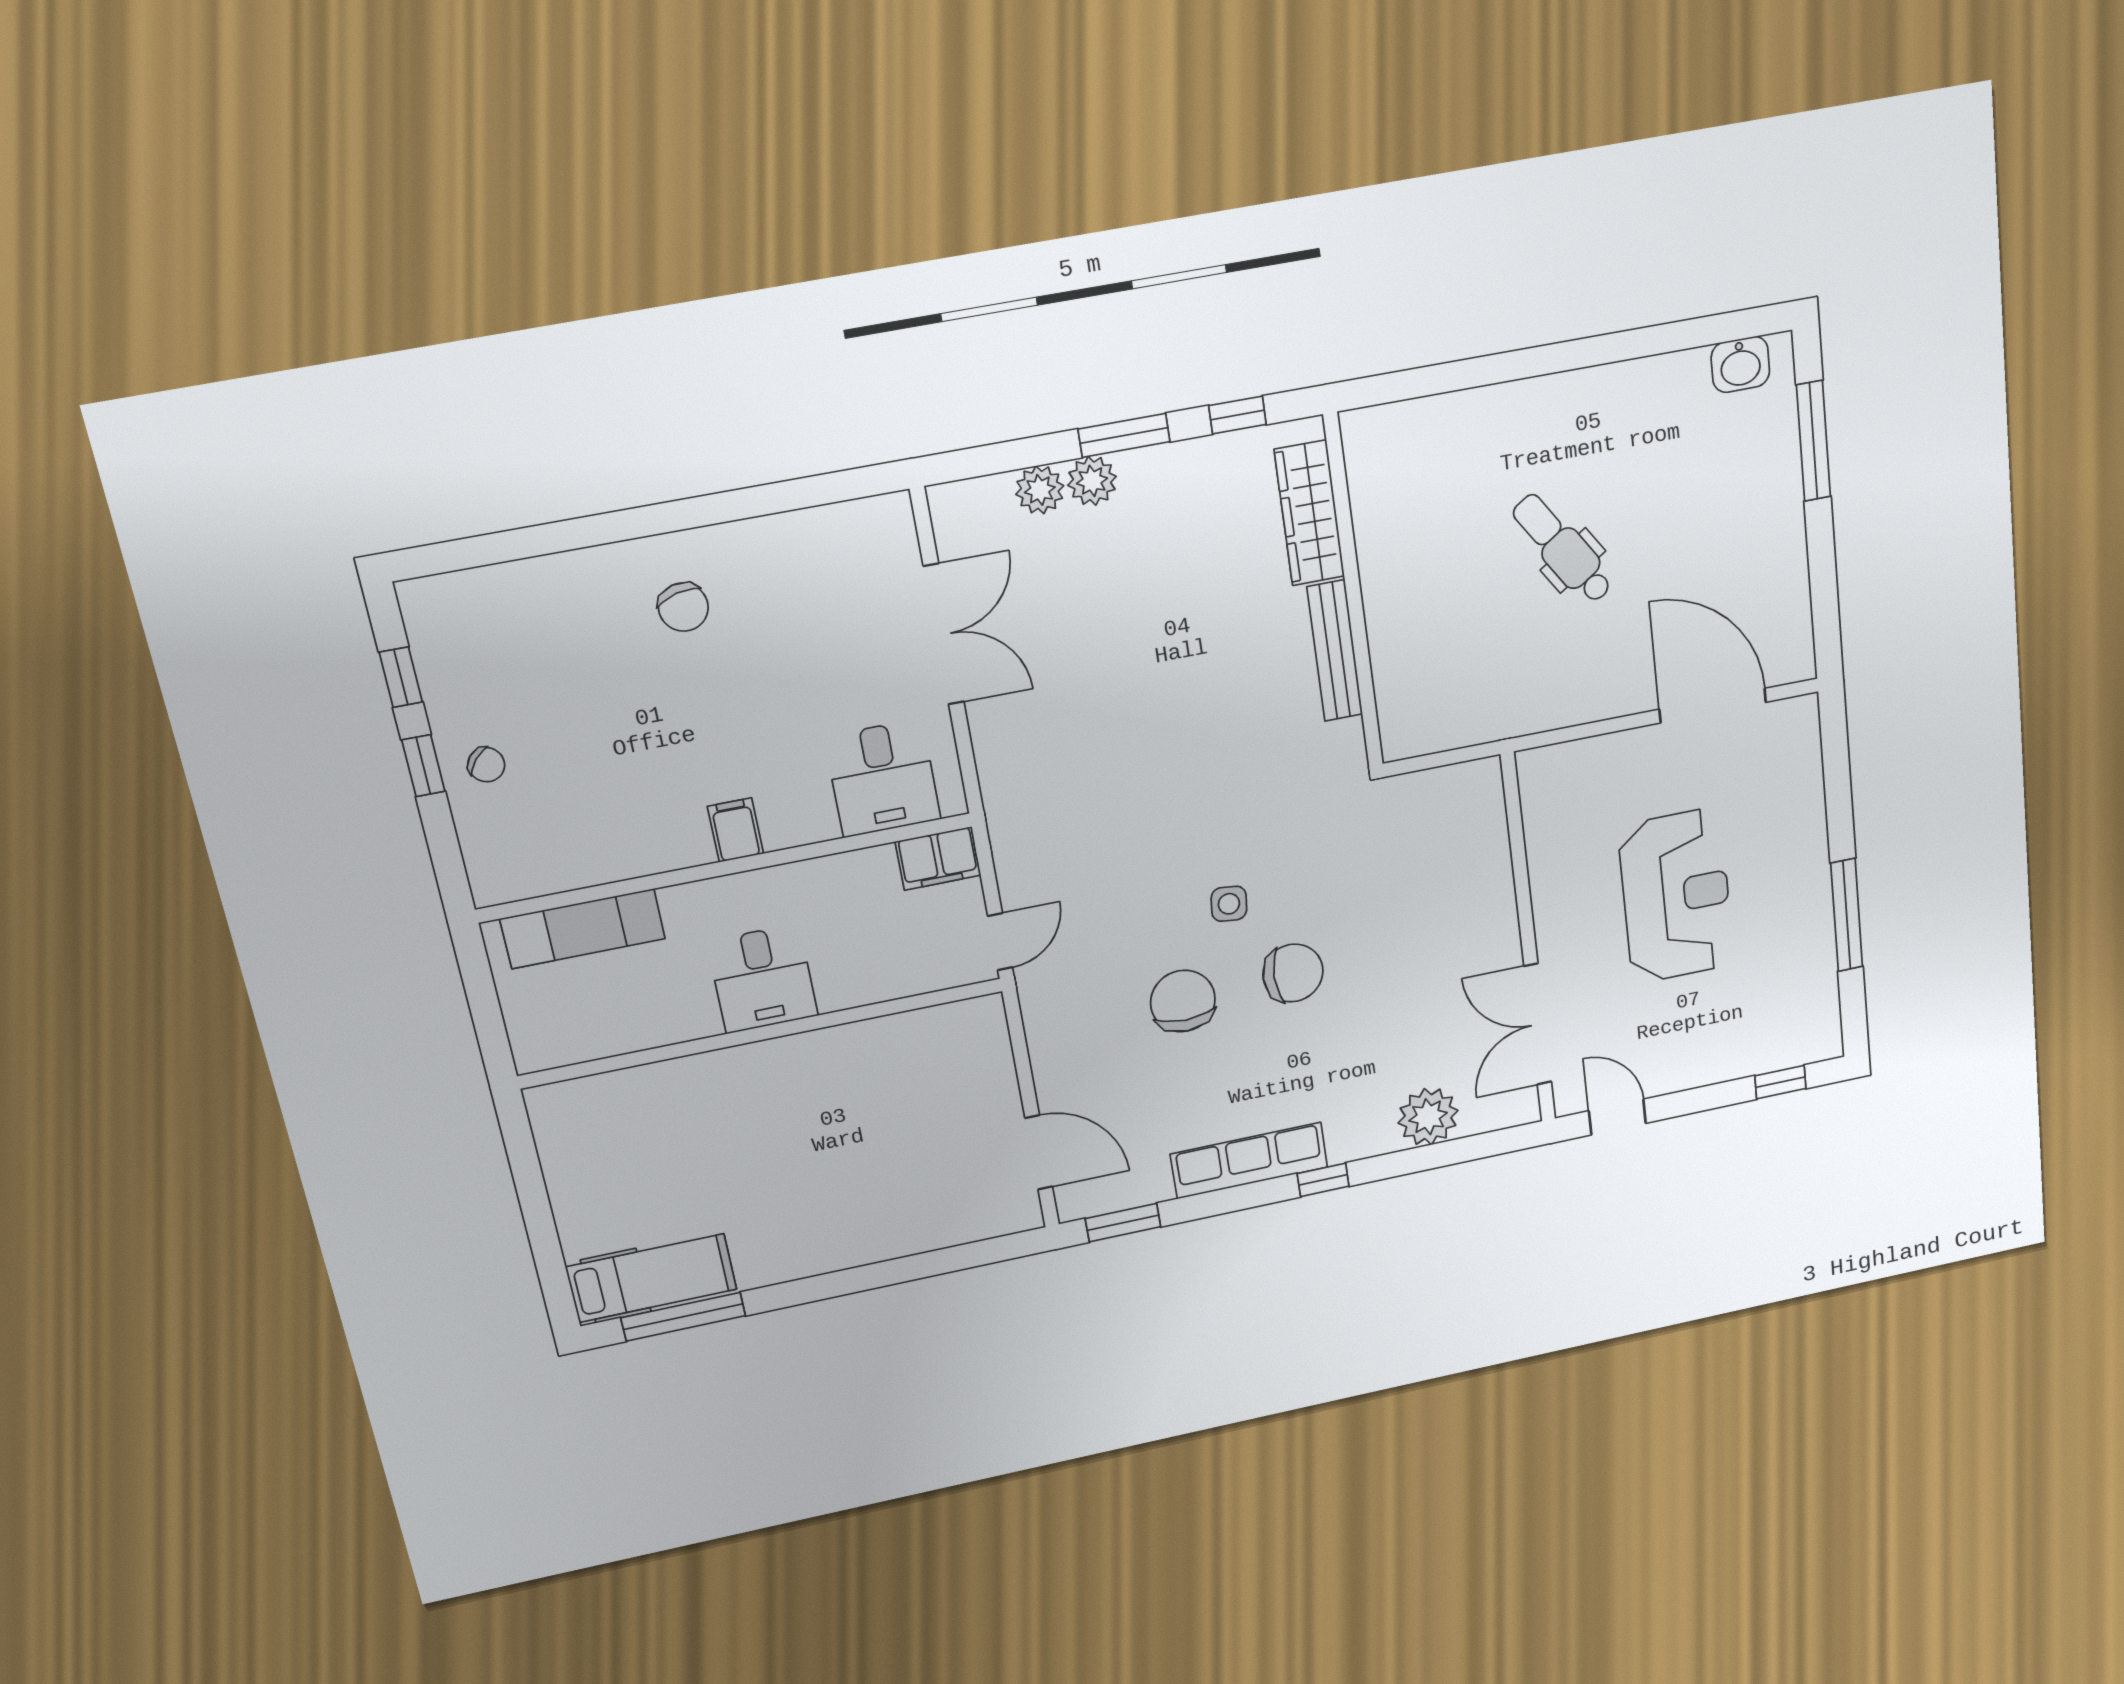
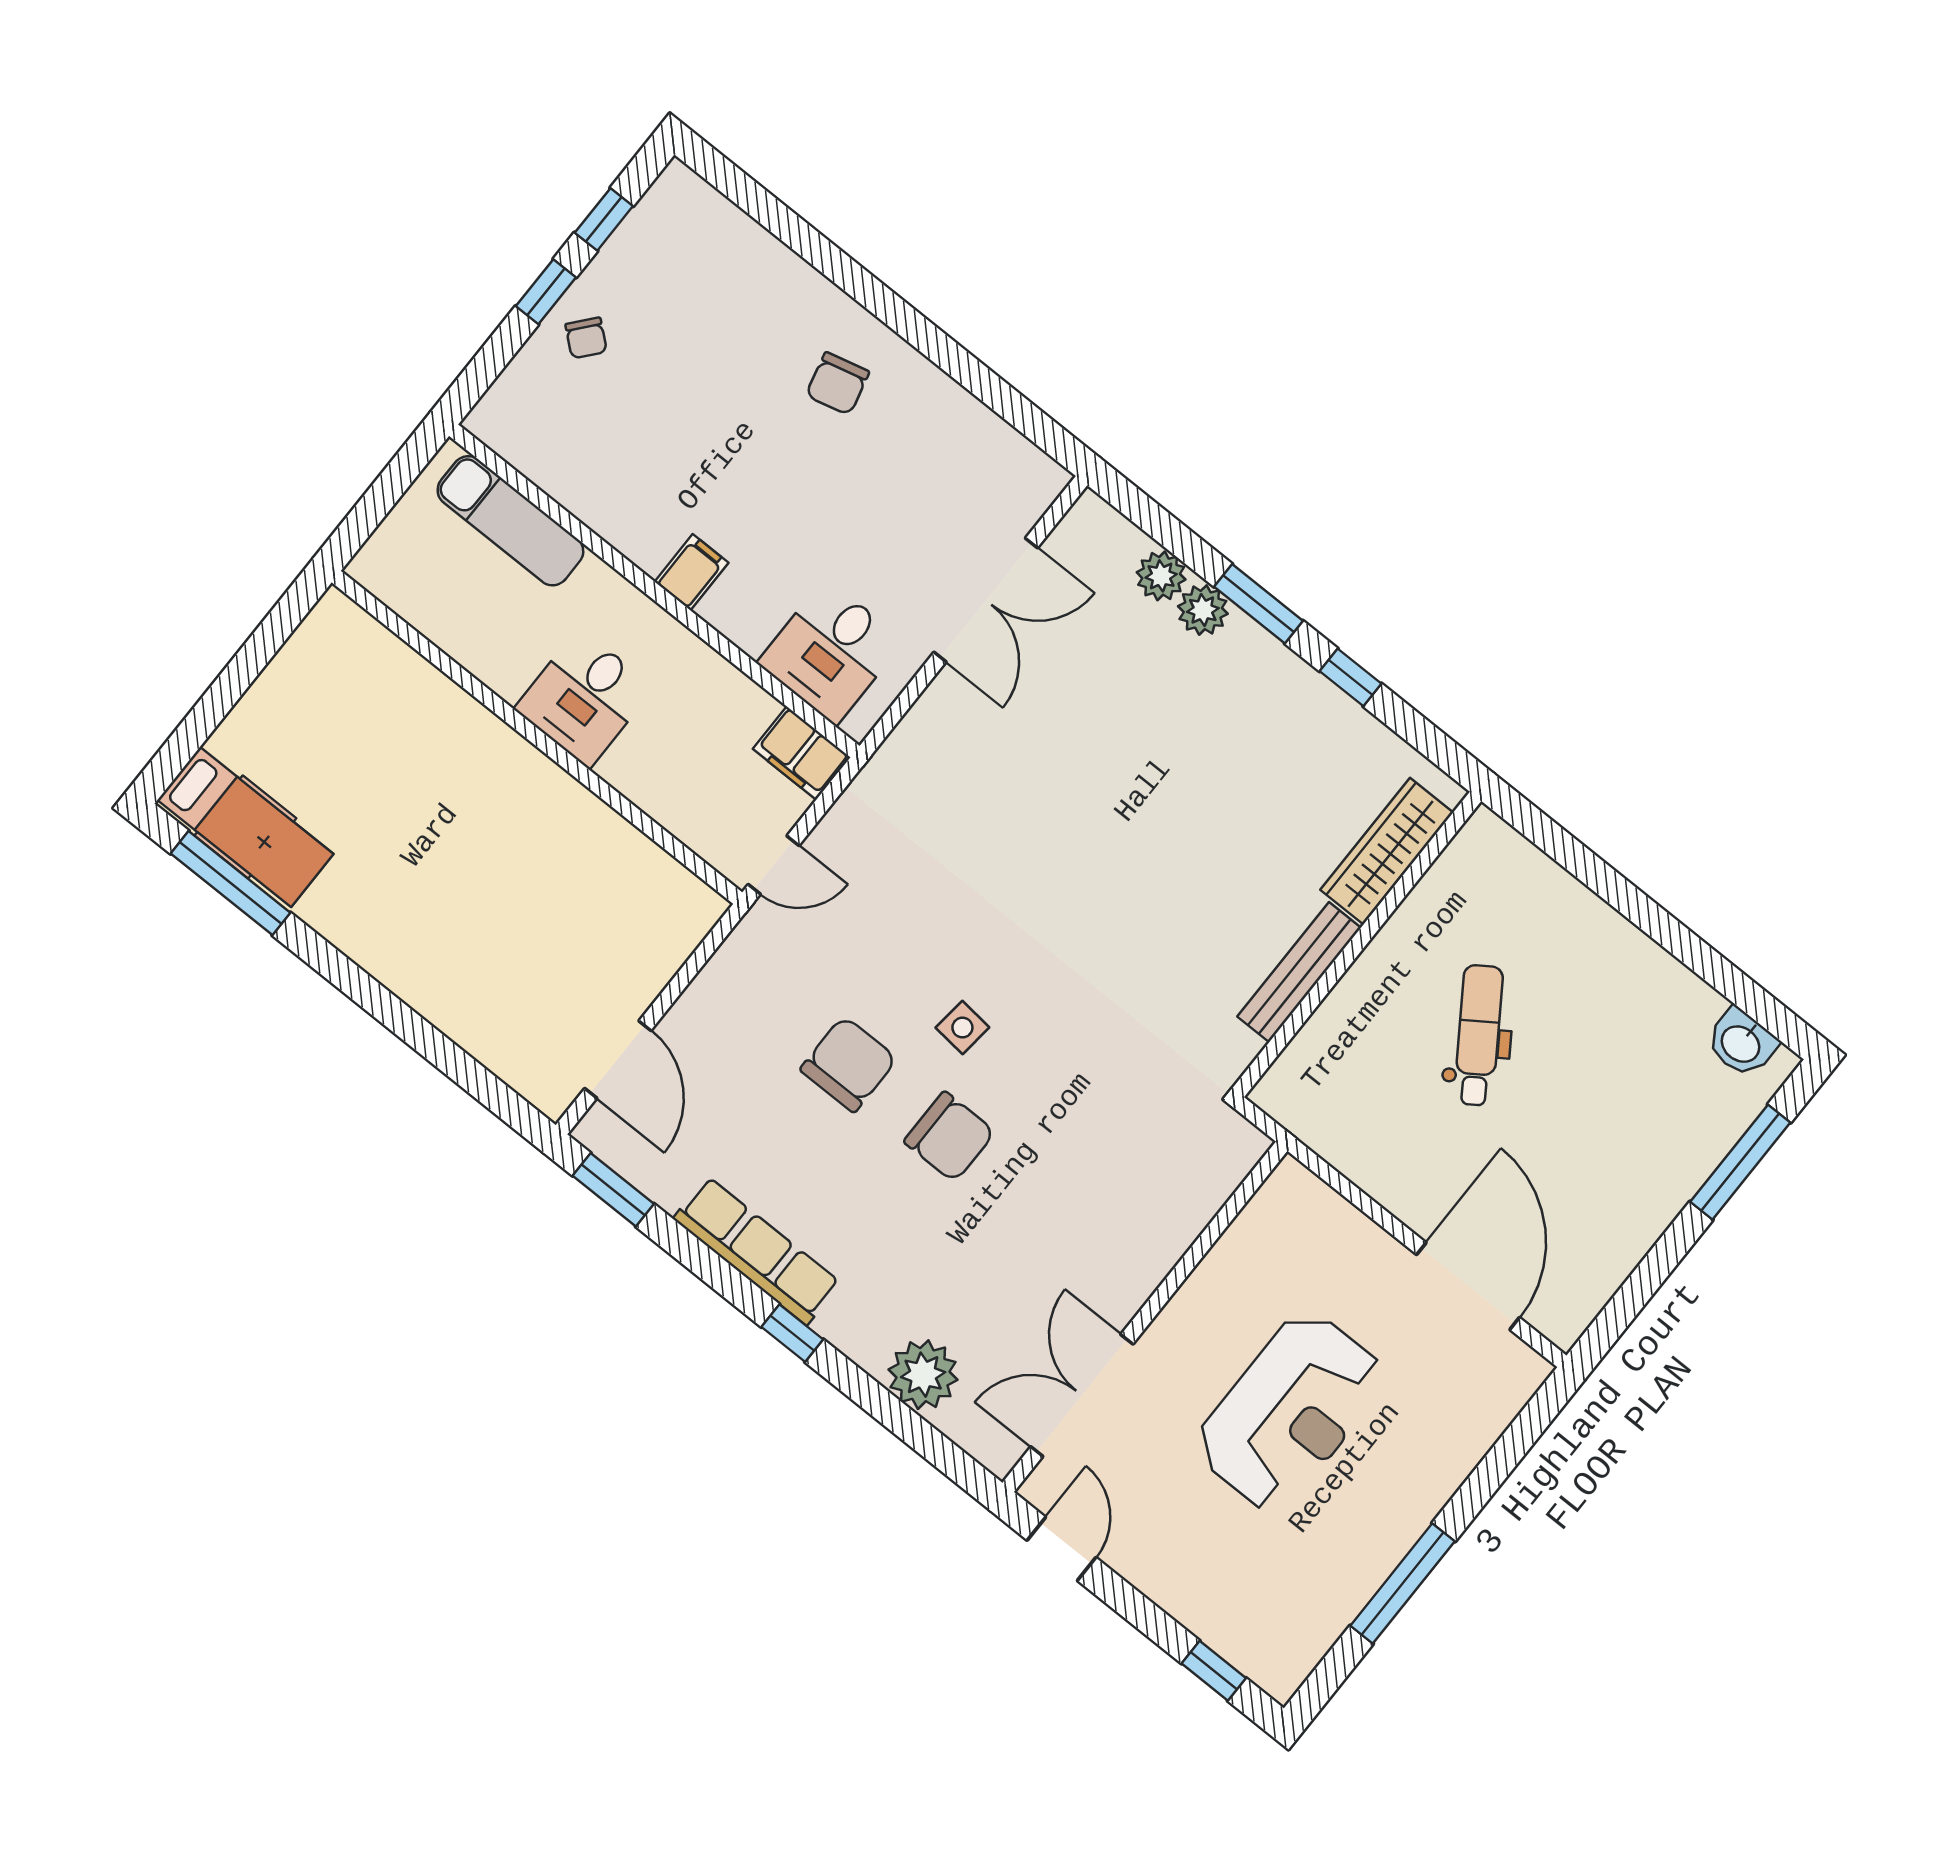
wardrobe: (1309, 513) -> (1387, 851), moved
wall: (1353, 593) -> (1357, 944), moved
bench: (1335, 651) -> (1299, 972), moved

